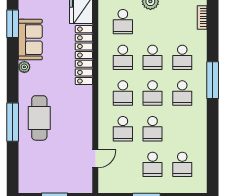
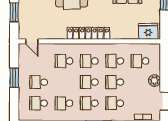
locker: (84, 55) -> (88, 33), moved
school desk: (153, 129) -> (64, 103), moved
door: (95, 159) -> (32, 41), moved

